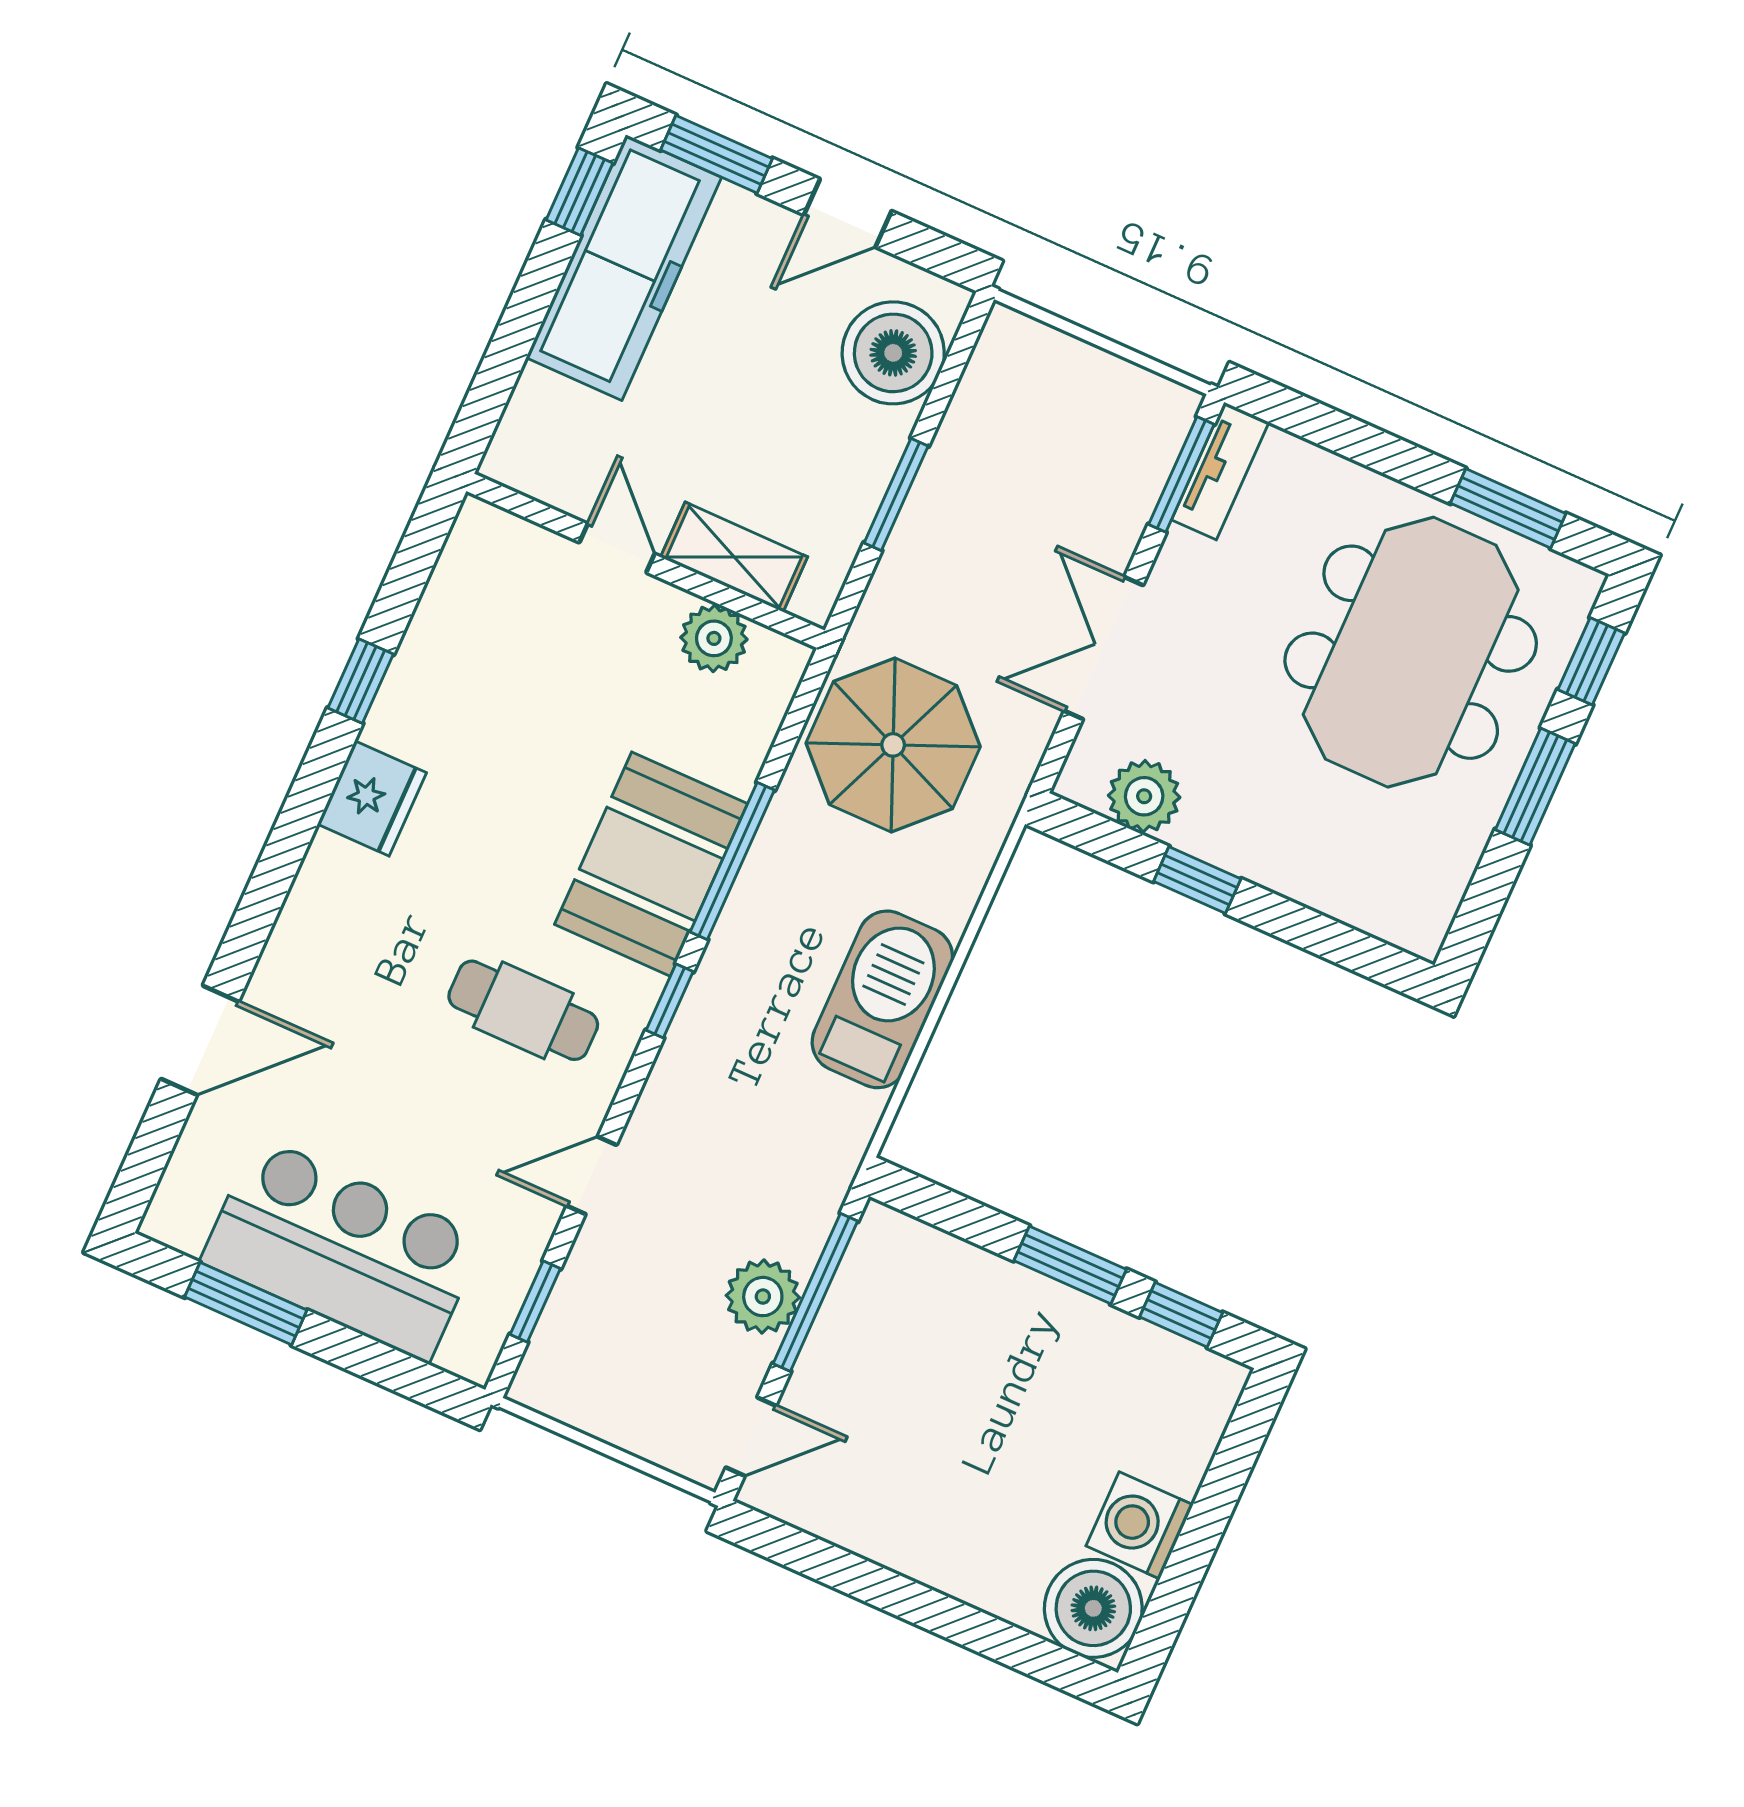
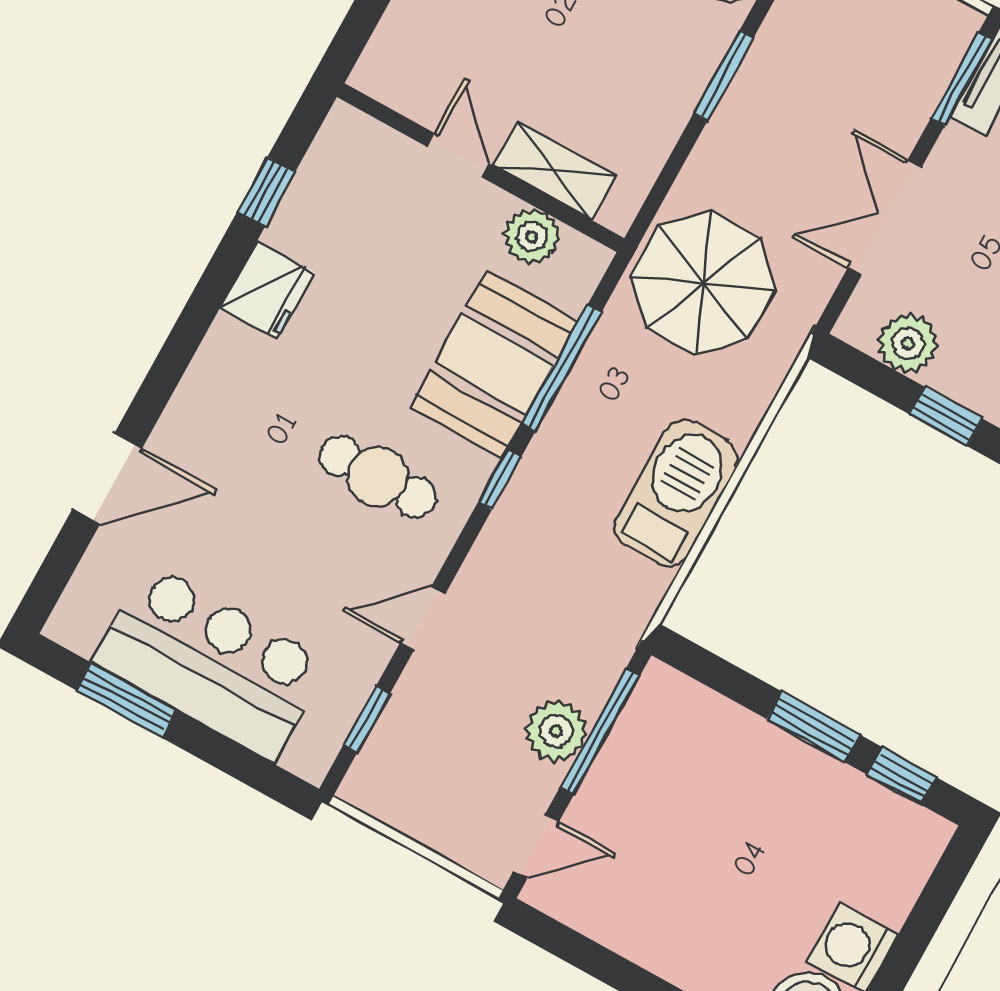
door: (617, 548) -> (458, 155), moved
shelving: (734, 557) -> (554, 171), moved
wall: (646, 561) -> (481, 168), moved
plant: (714, 638) -> (532, 237), moved

